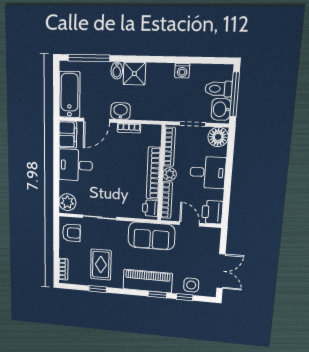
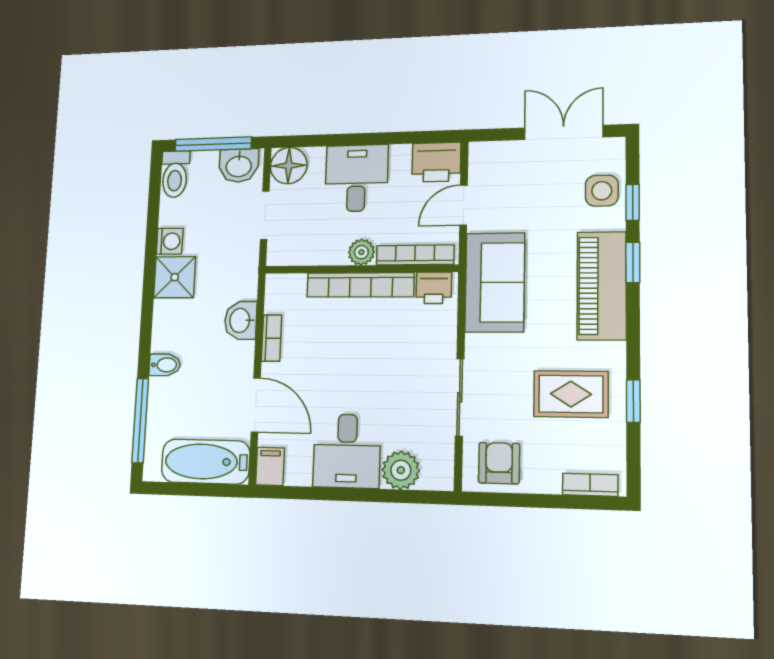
shower: (134, 74) -> (175, 277), moved
toilet: (219, 89) -> (175, 174), moved
washbasin: (121, 111) -> (241, 320), moved
filing cabinet: (68, 134) -> (270, 466), width x0.50
bookcase: (169, 147) -> (308, 256), removed
plant: (67, 202) -> (401, 470), moved

